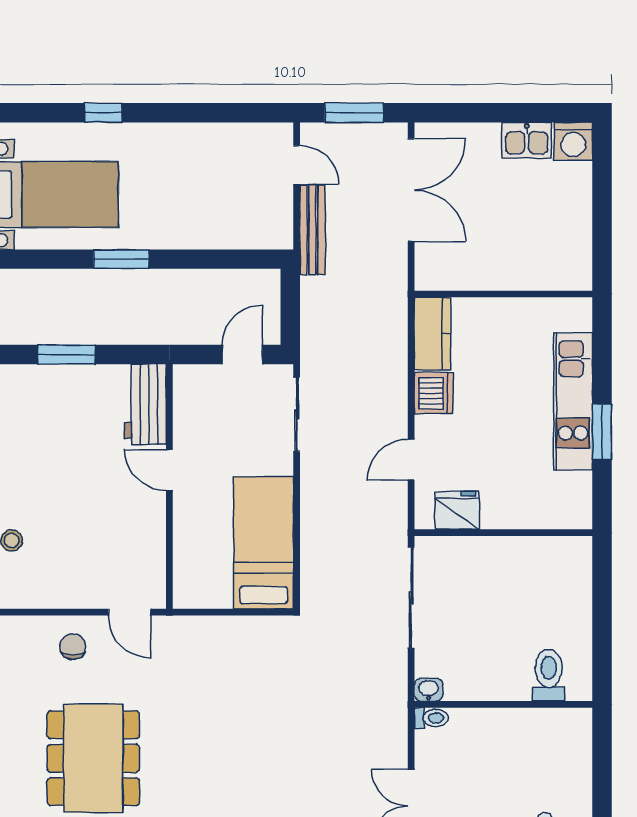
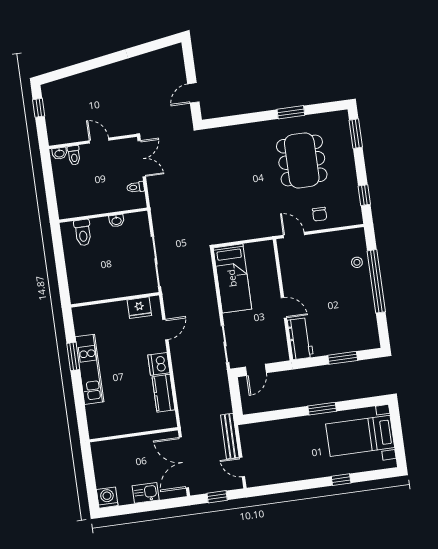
window: (354, 113) -> (217, 497), width x0.67
kitchen sink: (527, 140) -> (146, 493), moved
wall: (503, 294) -> (134, 435), moved
washbasin: (429, 690) -> (116, 221), moved
toilet: (431, 718) -> (136, 187), moved

